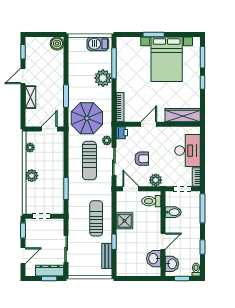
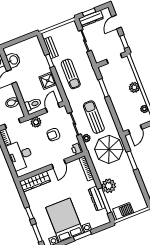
dresser: (122, 69) -> (97, 198), added
door: (131, 189) -> (53, 108), swing flipped

